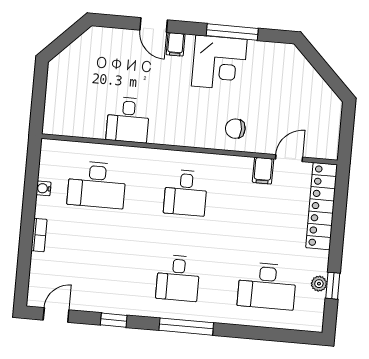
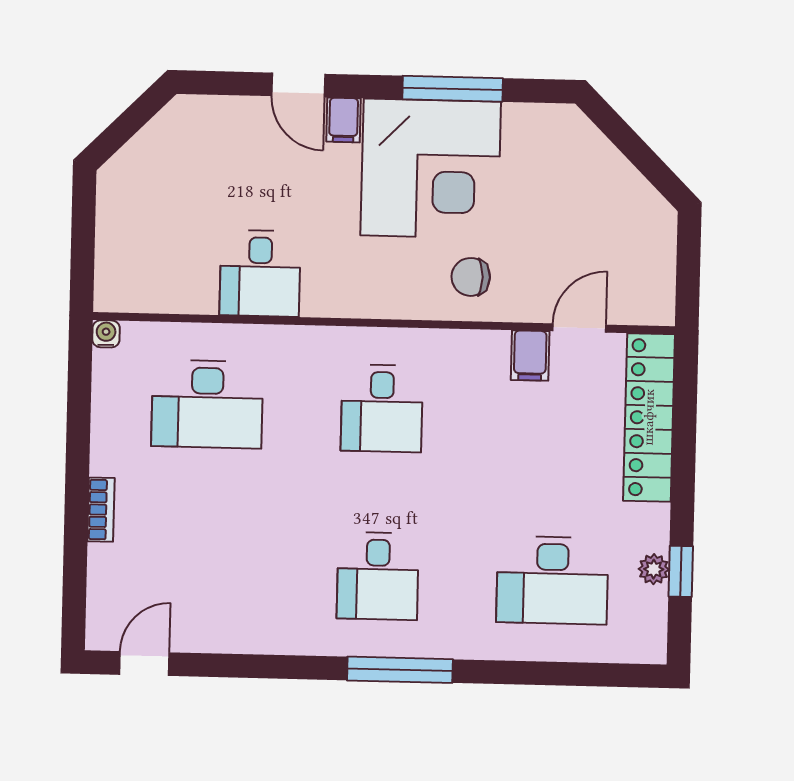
corner desk: (219, 63) -> (431, 169), width x1.36, depth x1.36
water cooler: (44, 188) -> (106, 334), moved, turned 90
window: (114, 320) -> (258, 666), removed

